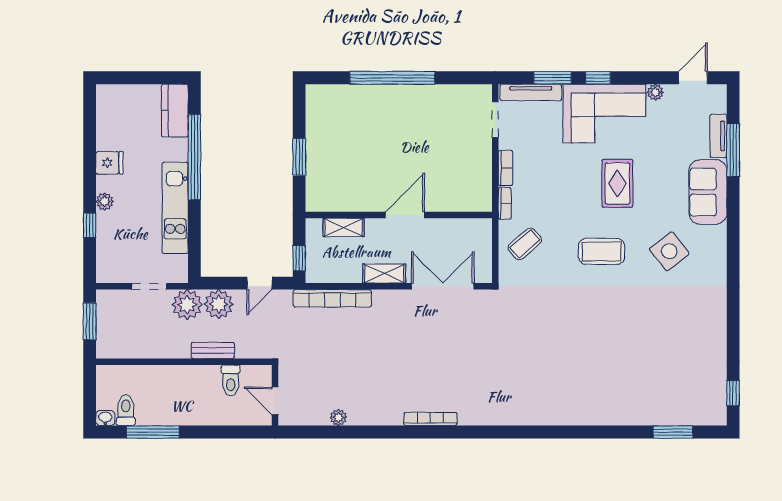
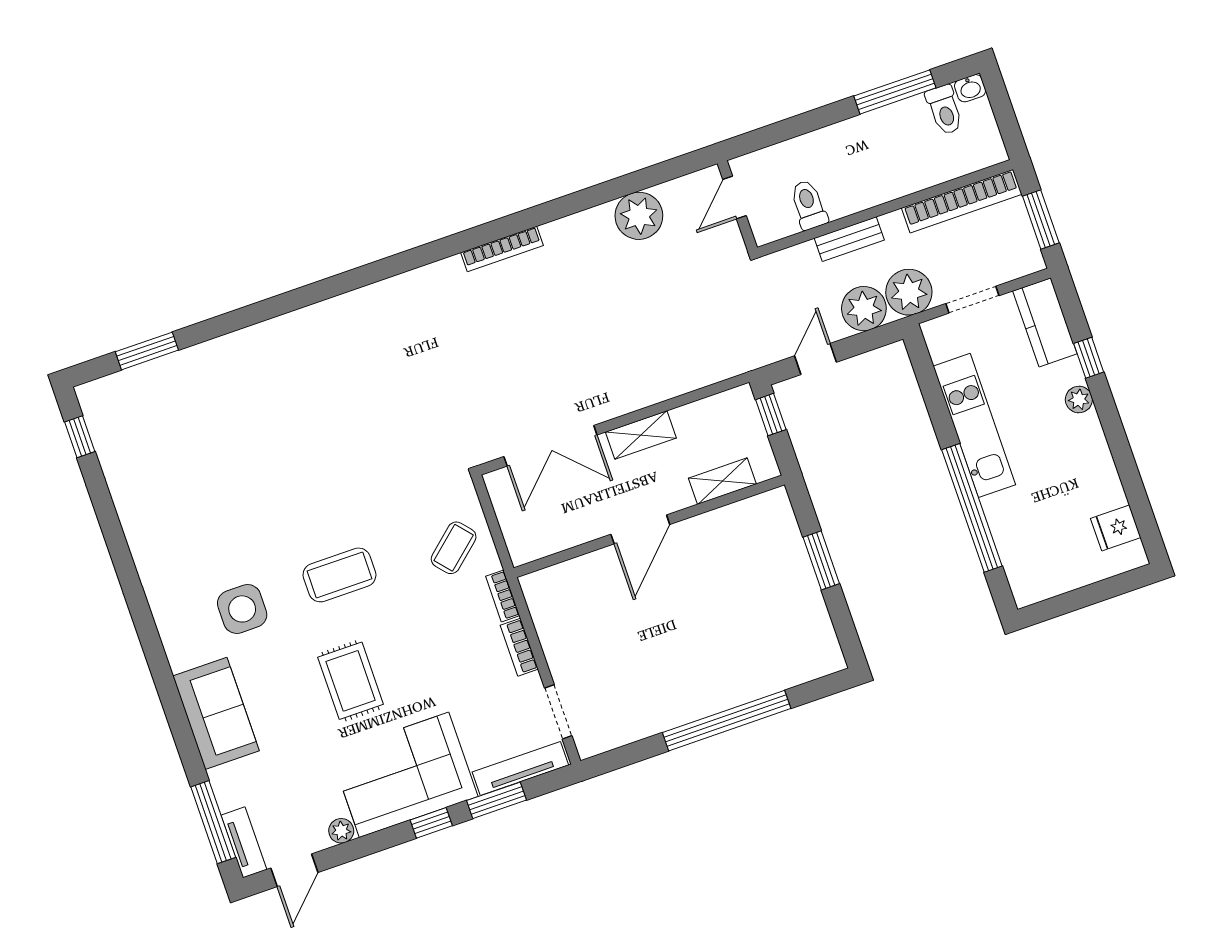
kitchen counter: (175, 111) -> (1045, 322), moved, turned 180
tv unit: (718, 136) -> (244, 842), moved
window: (733, 150) -> (213, 822), moved
fridge: (109, 163) -> (1116, 528), moved
side table: (669, 251) -> (242, 609), turned 38
bookcase: (332, 298) -> (962, 201), moved, turned 180
door: (275, 401) -> (734, 197), swing flipped
plant: (338, 417) -> (639, 216), width x1.87, depth x1.87

